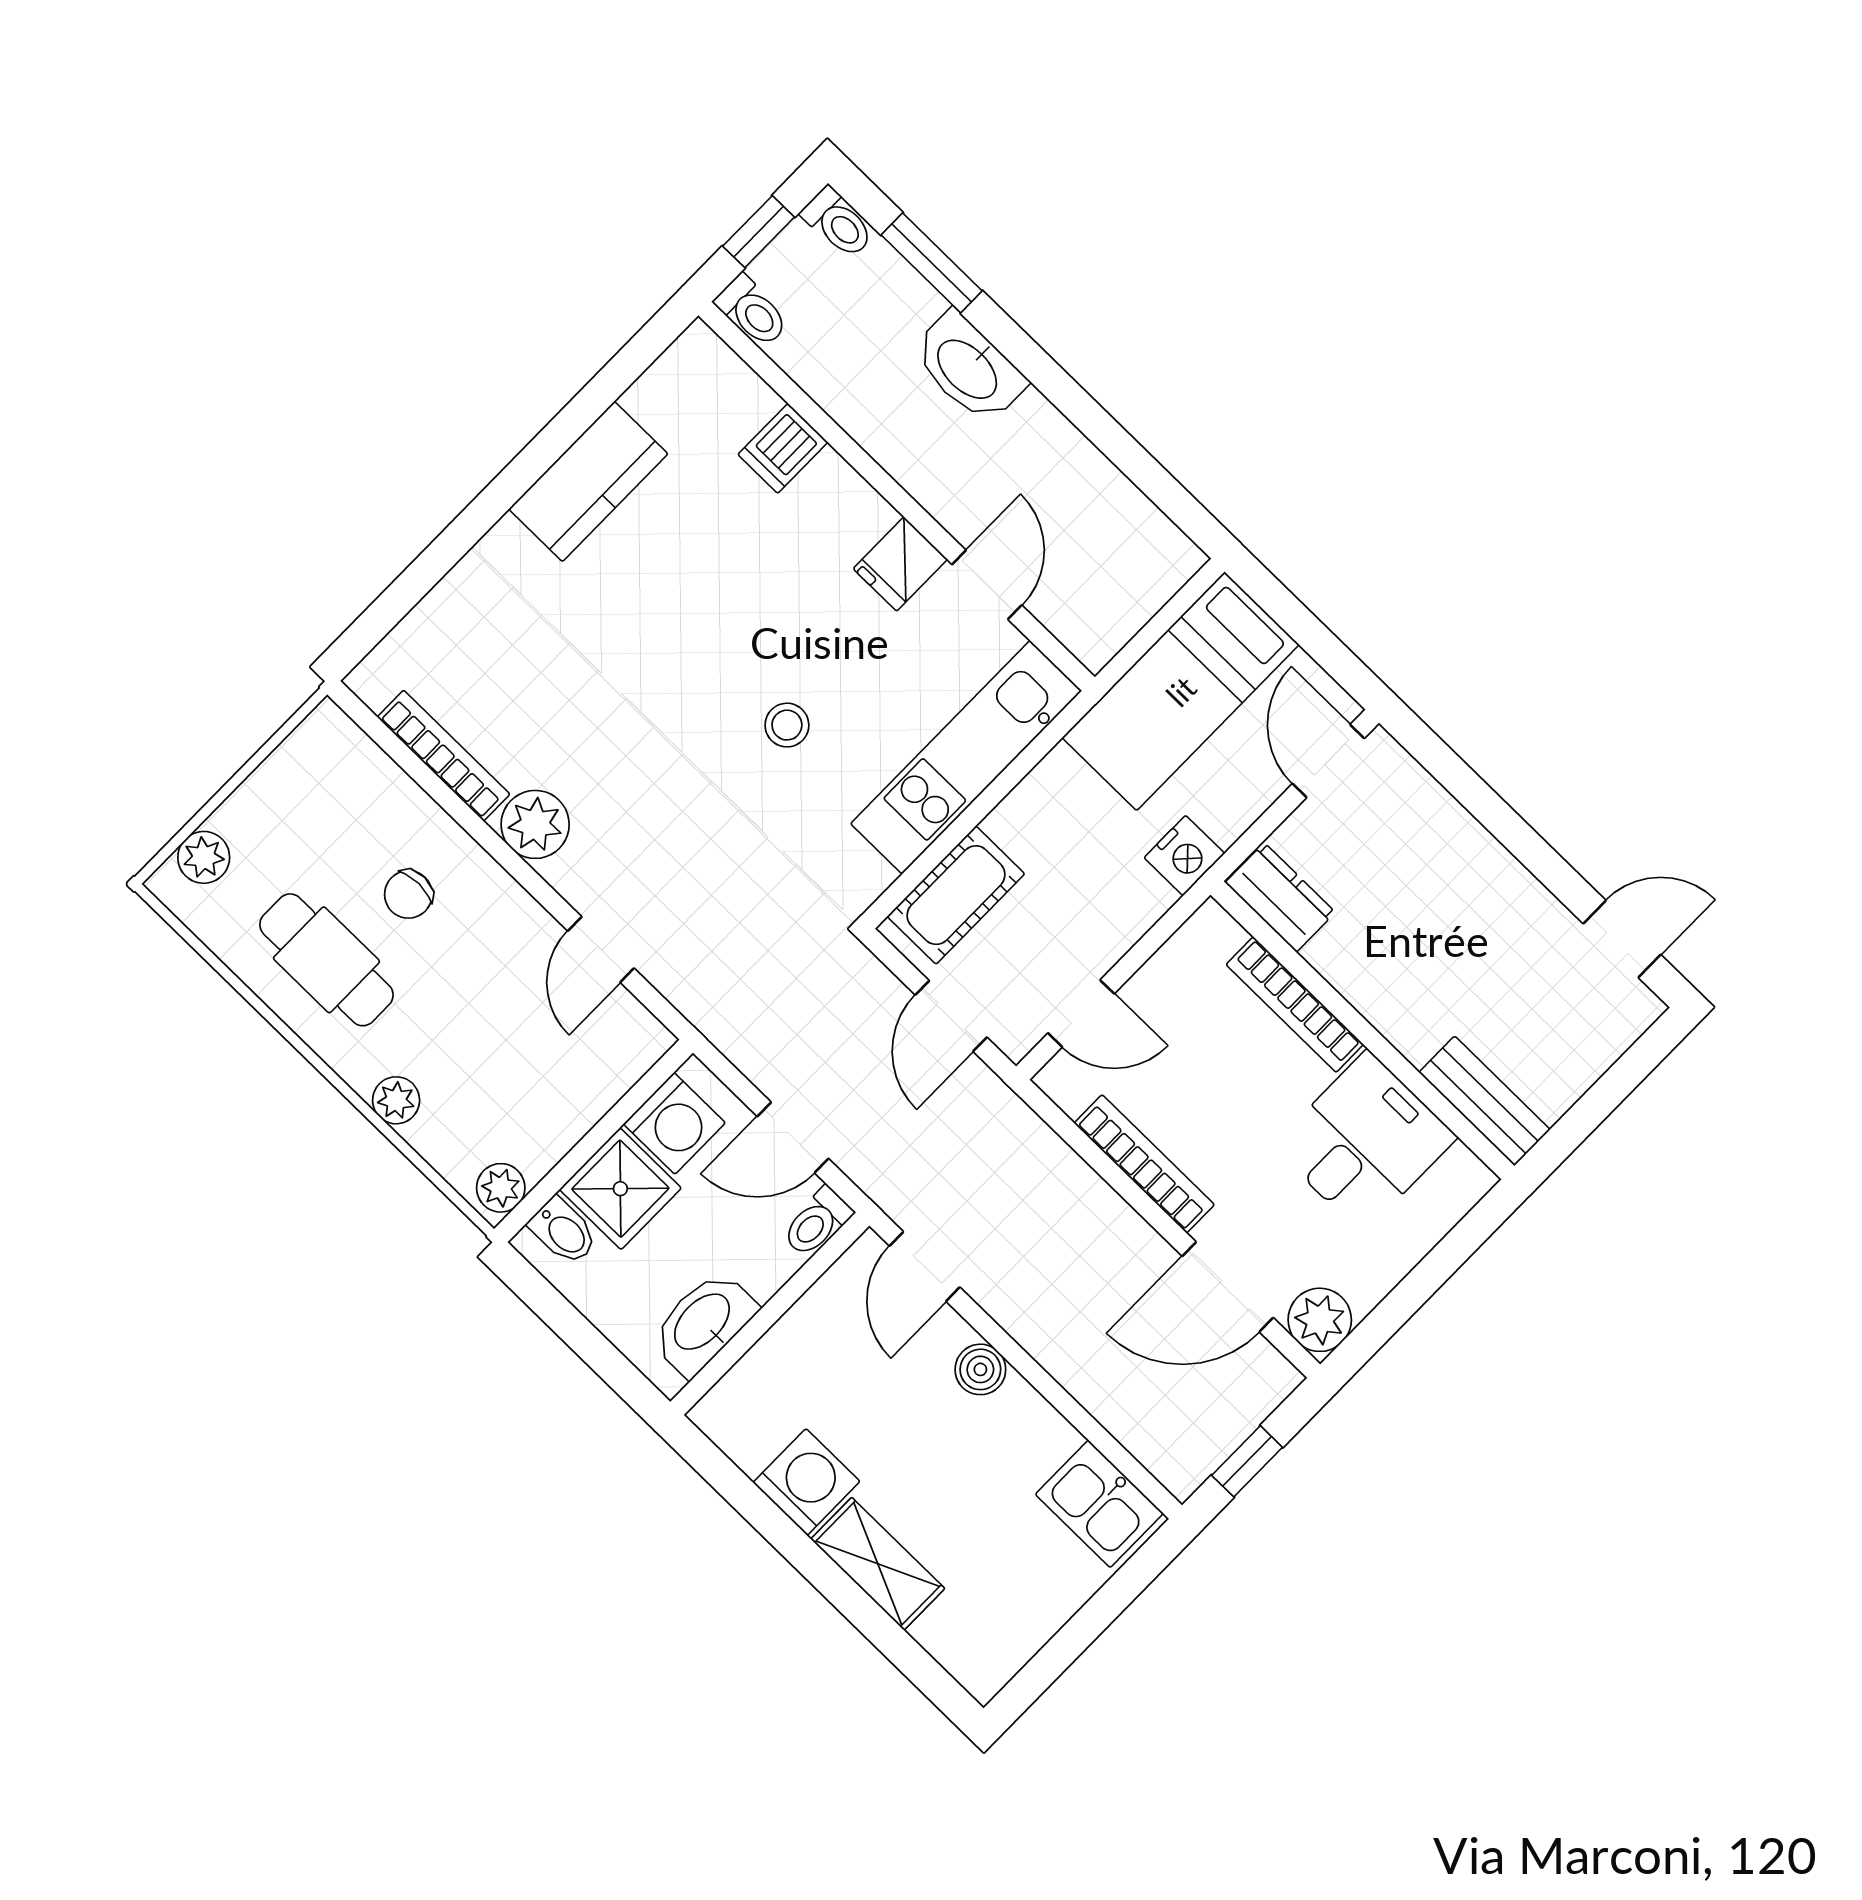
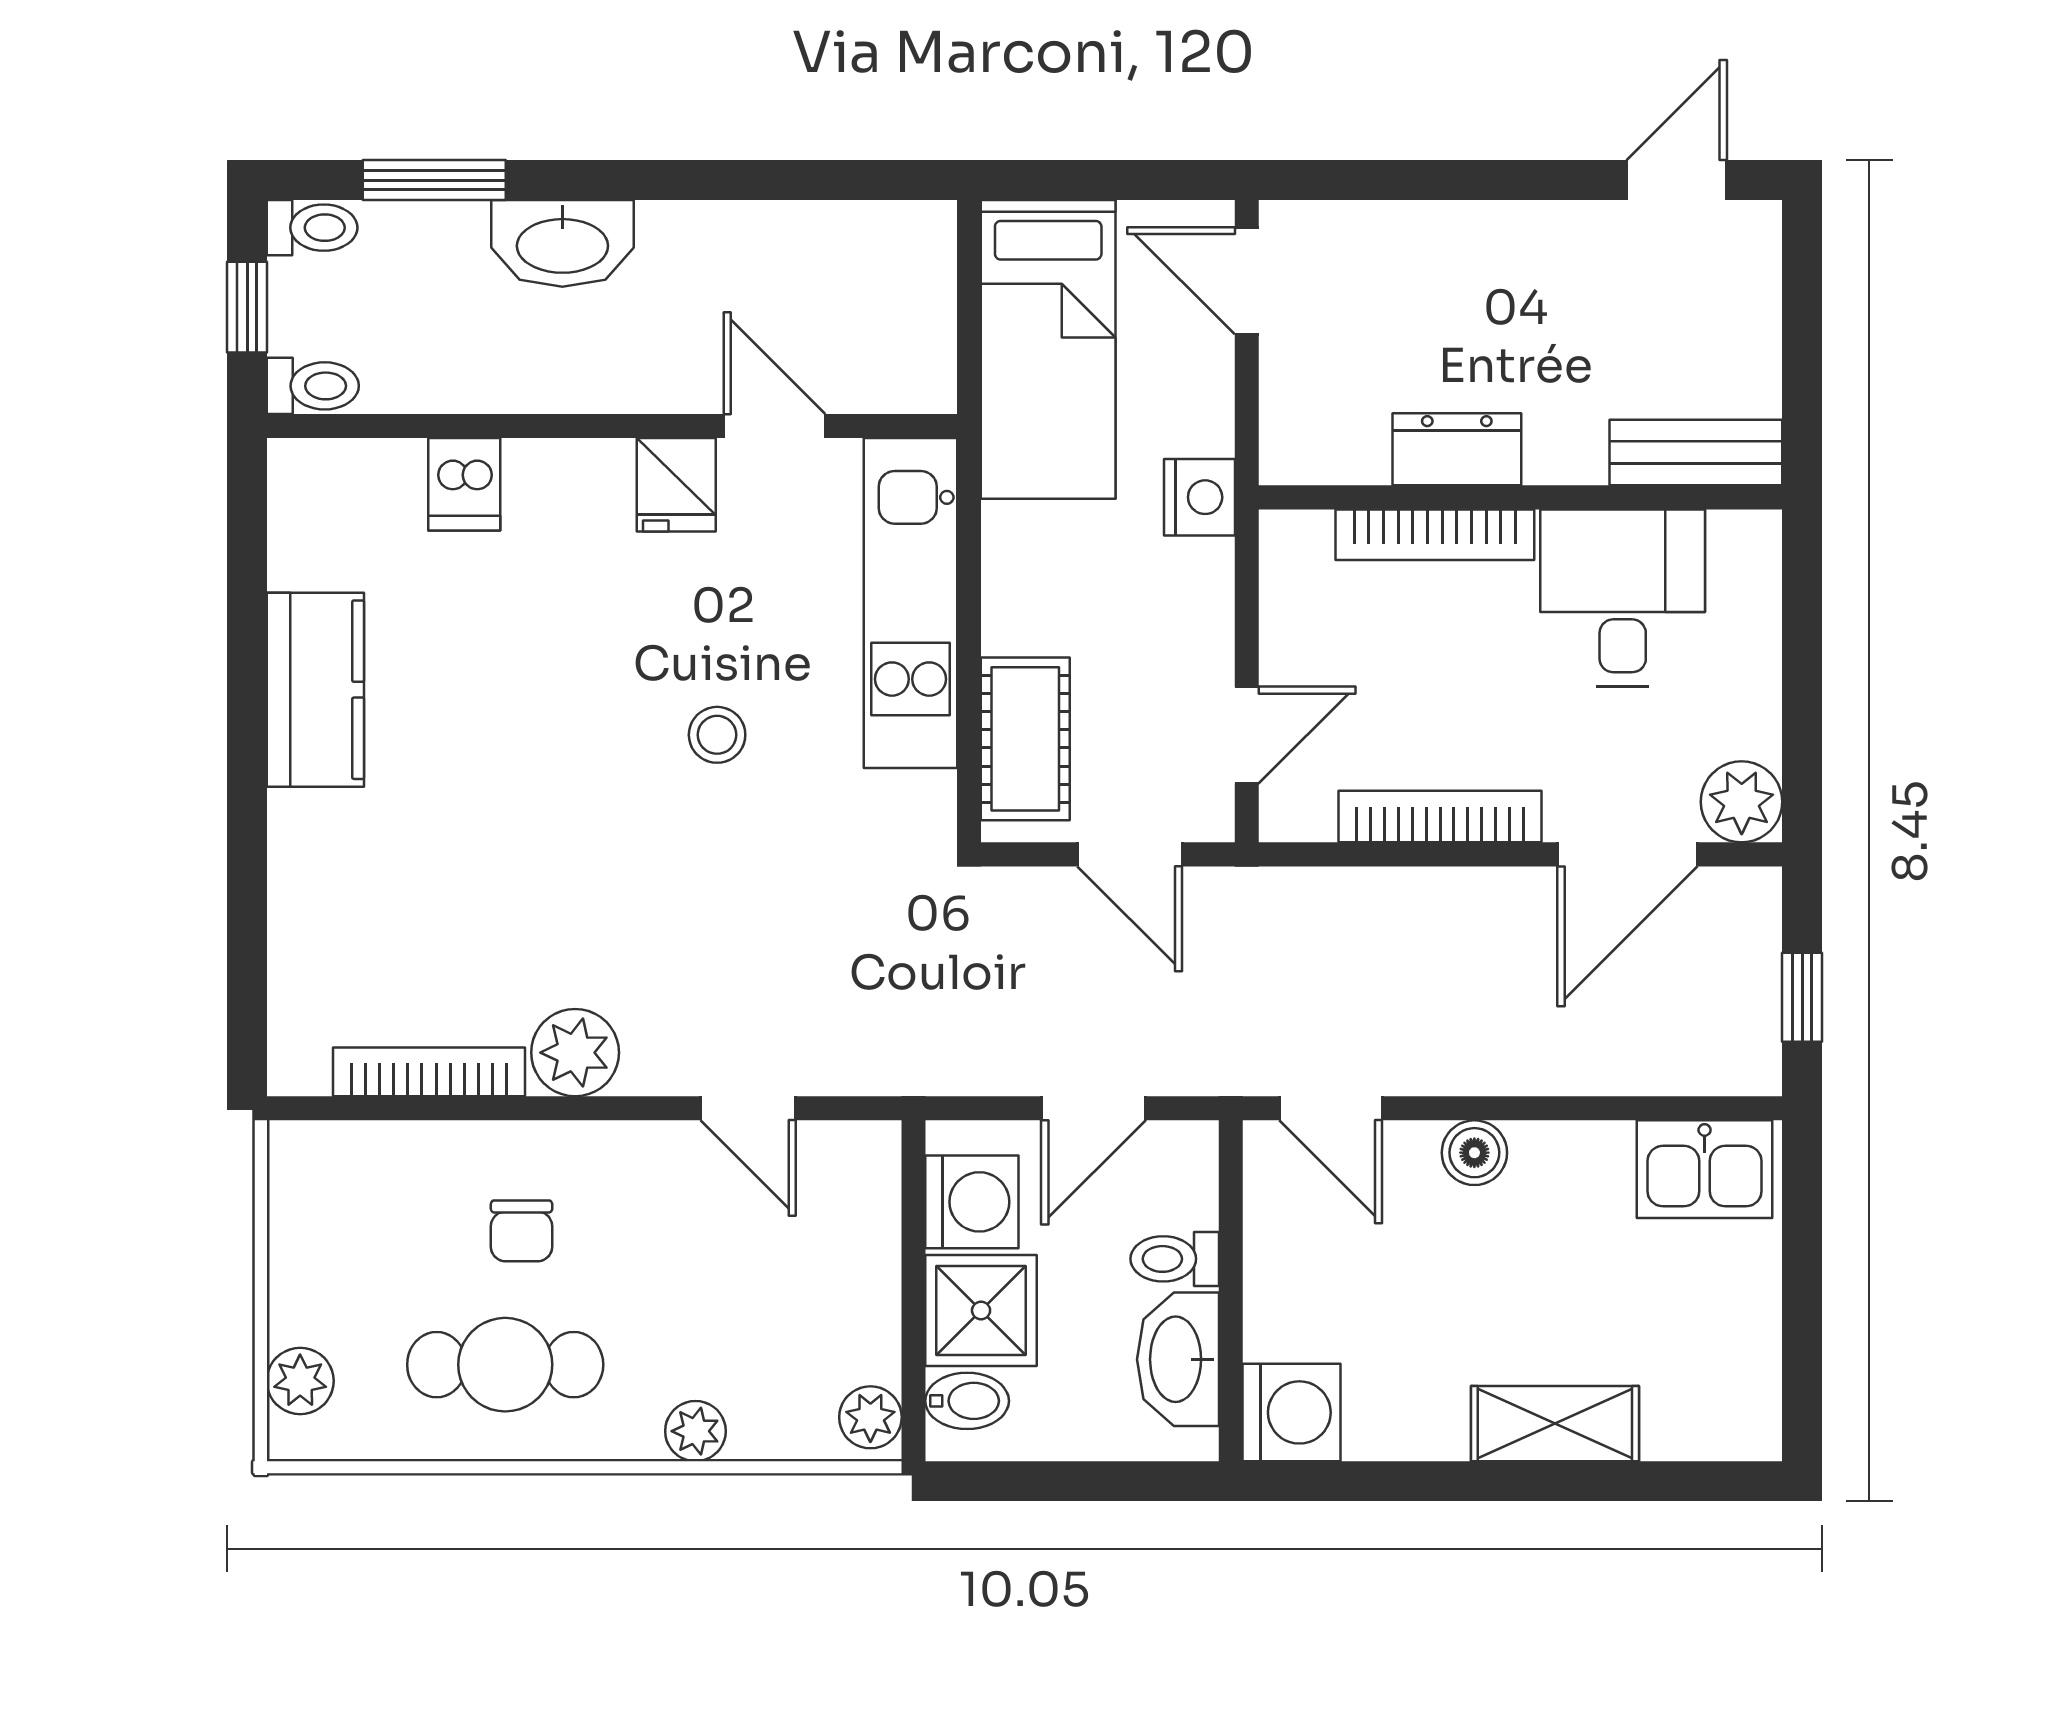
dresser: (1280, 897) -> (1457, 449), moved
toilet: (817, 1222) -> (1175, 1259), moved, turned 90
washing machine: (806, 1482) -> (1292, 1412), moved, turned 90

